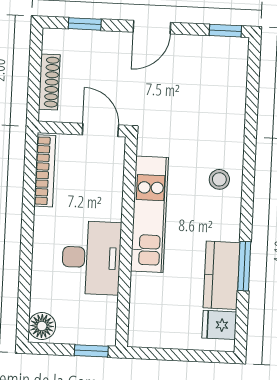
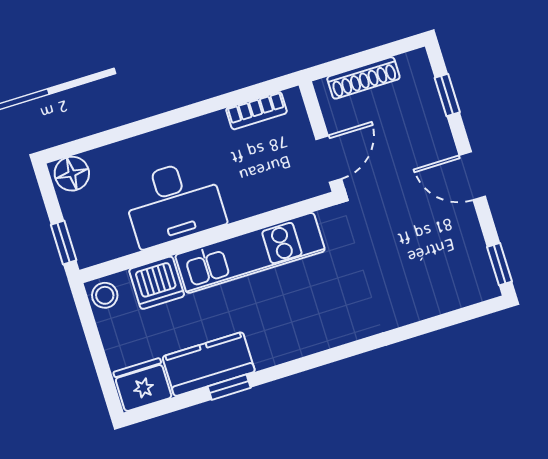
bookcase: (45, 171) -> (257, 111), width x0.64
stool: (219, 179) -> (105, 295), moved
window: (244, 266) -> (229, 387), width x0.67
dishwasher: (146, 292) -> (157, 283), added
fridge: (219, 325) -> (143, 385), width x1.38

